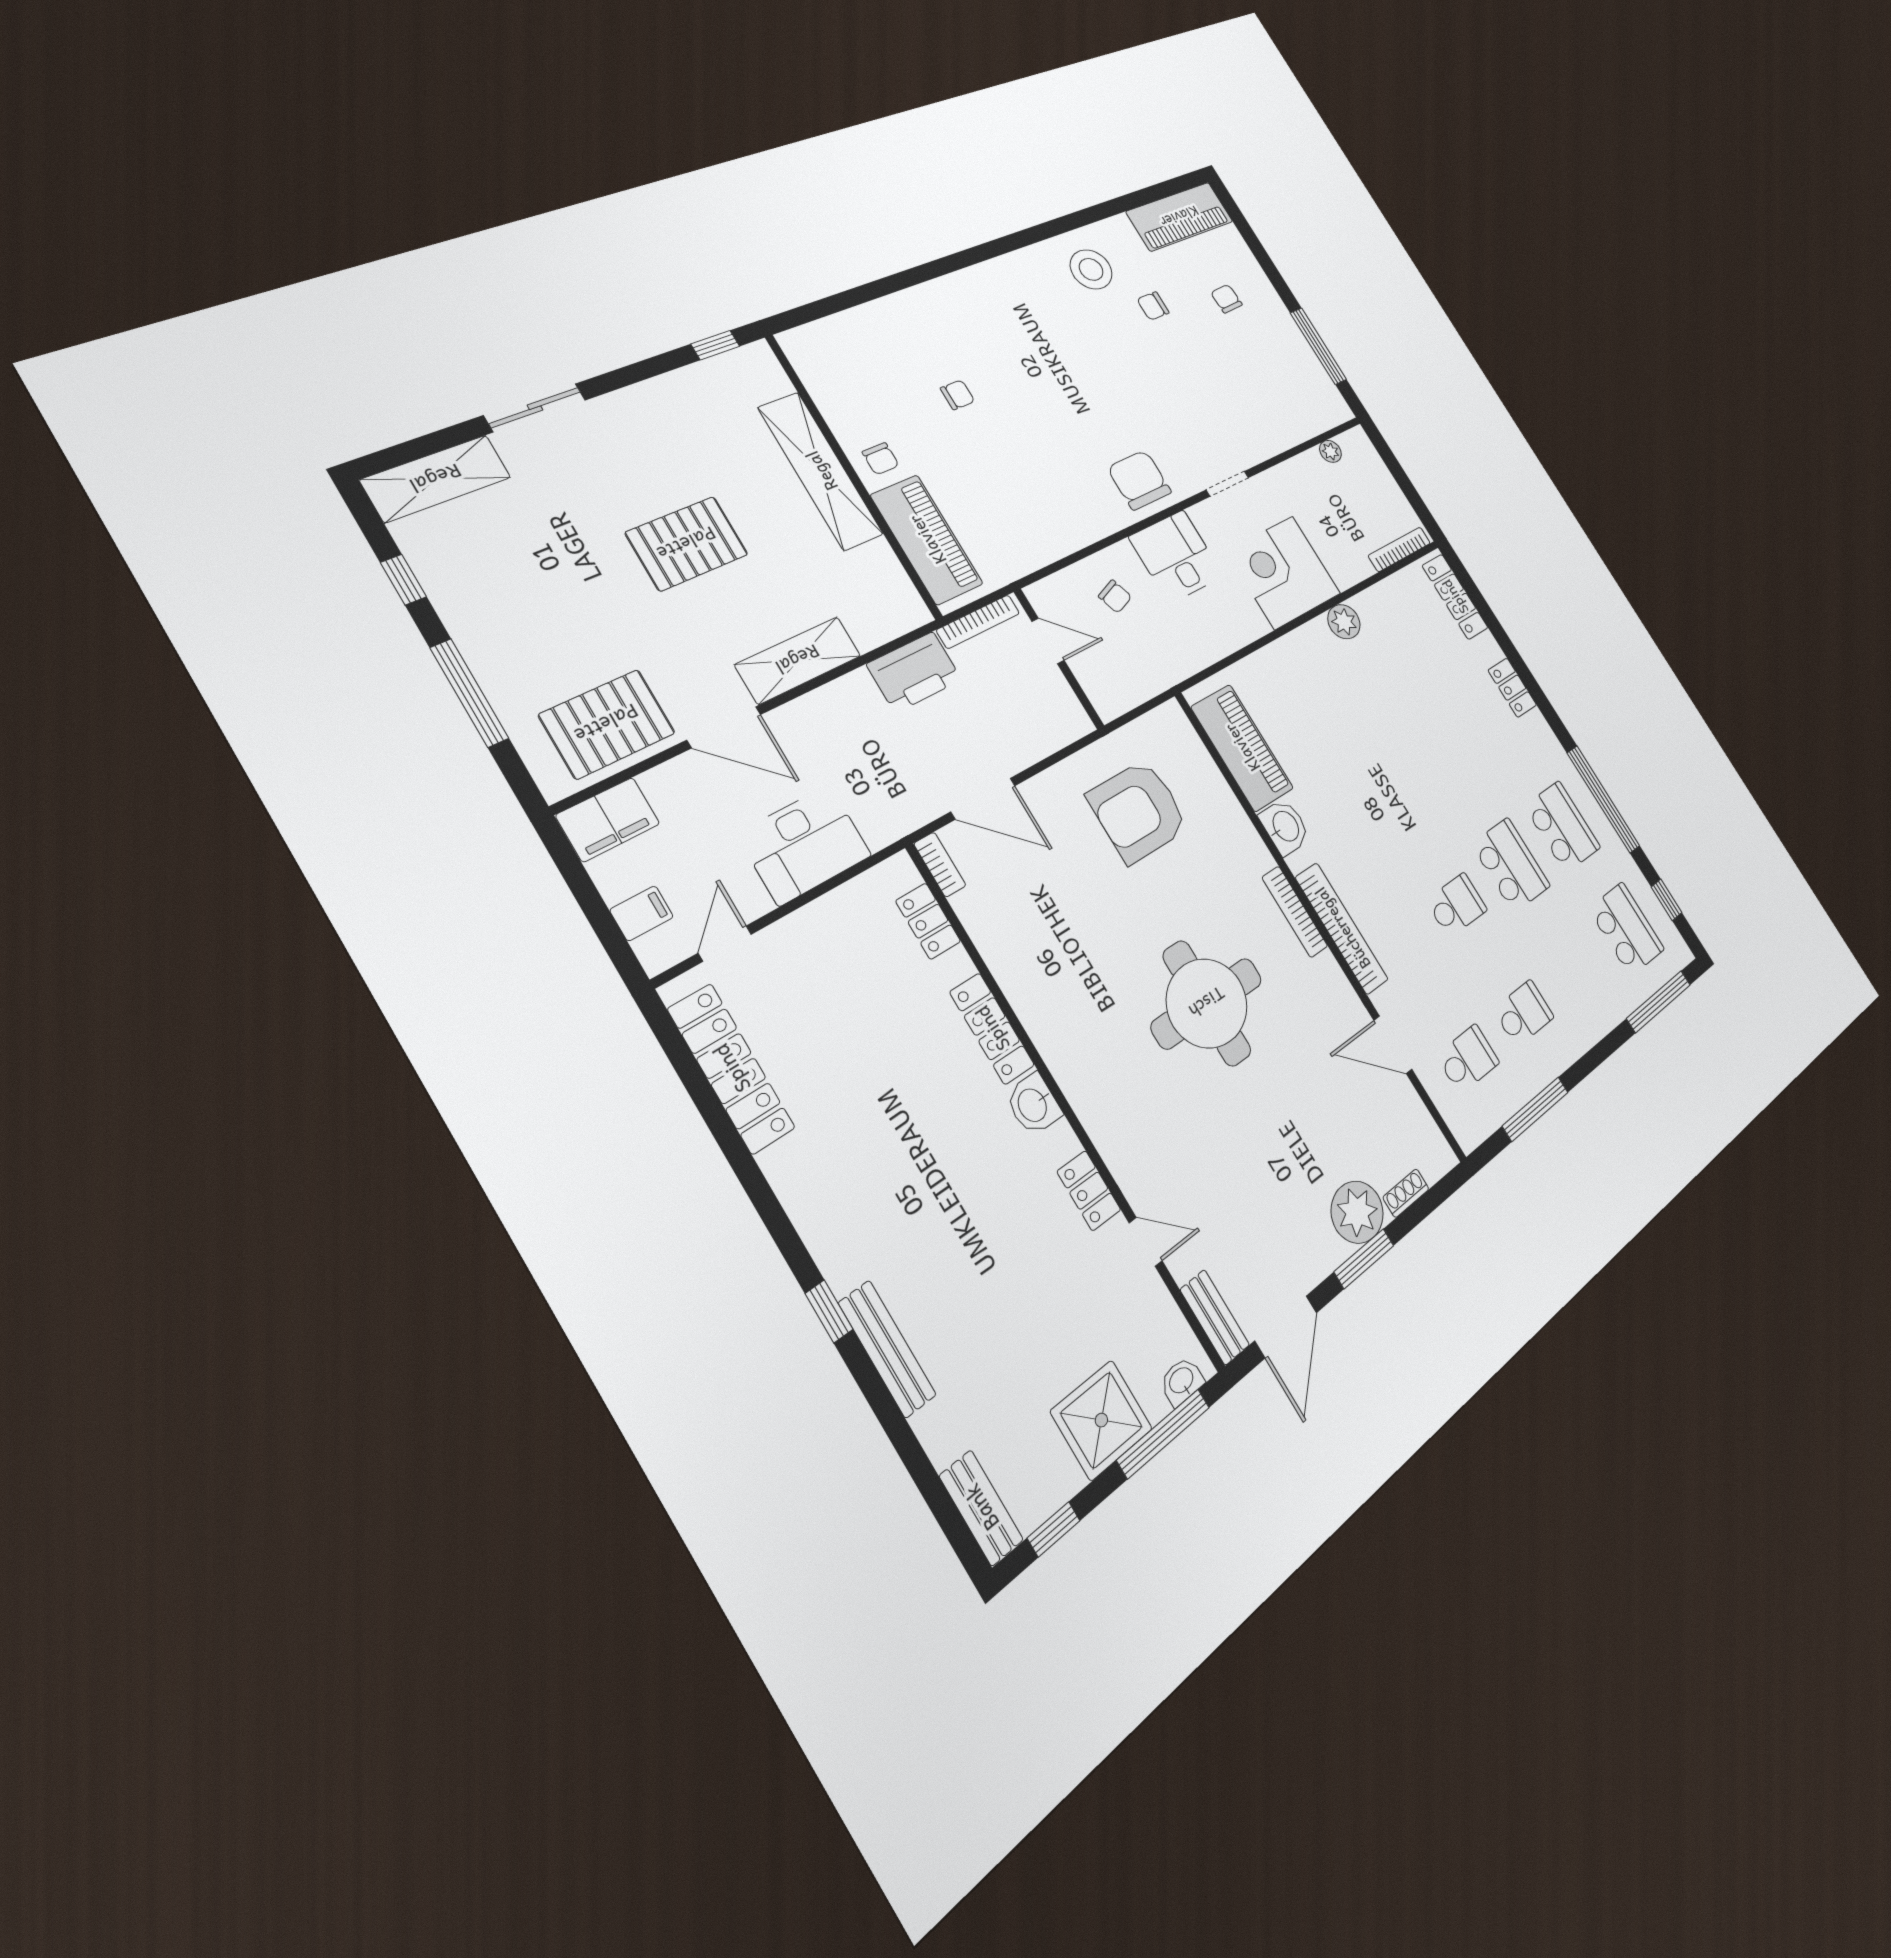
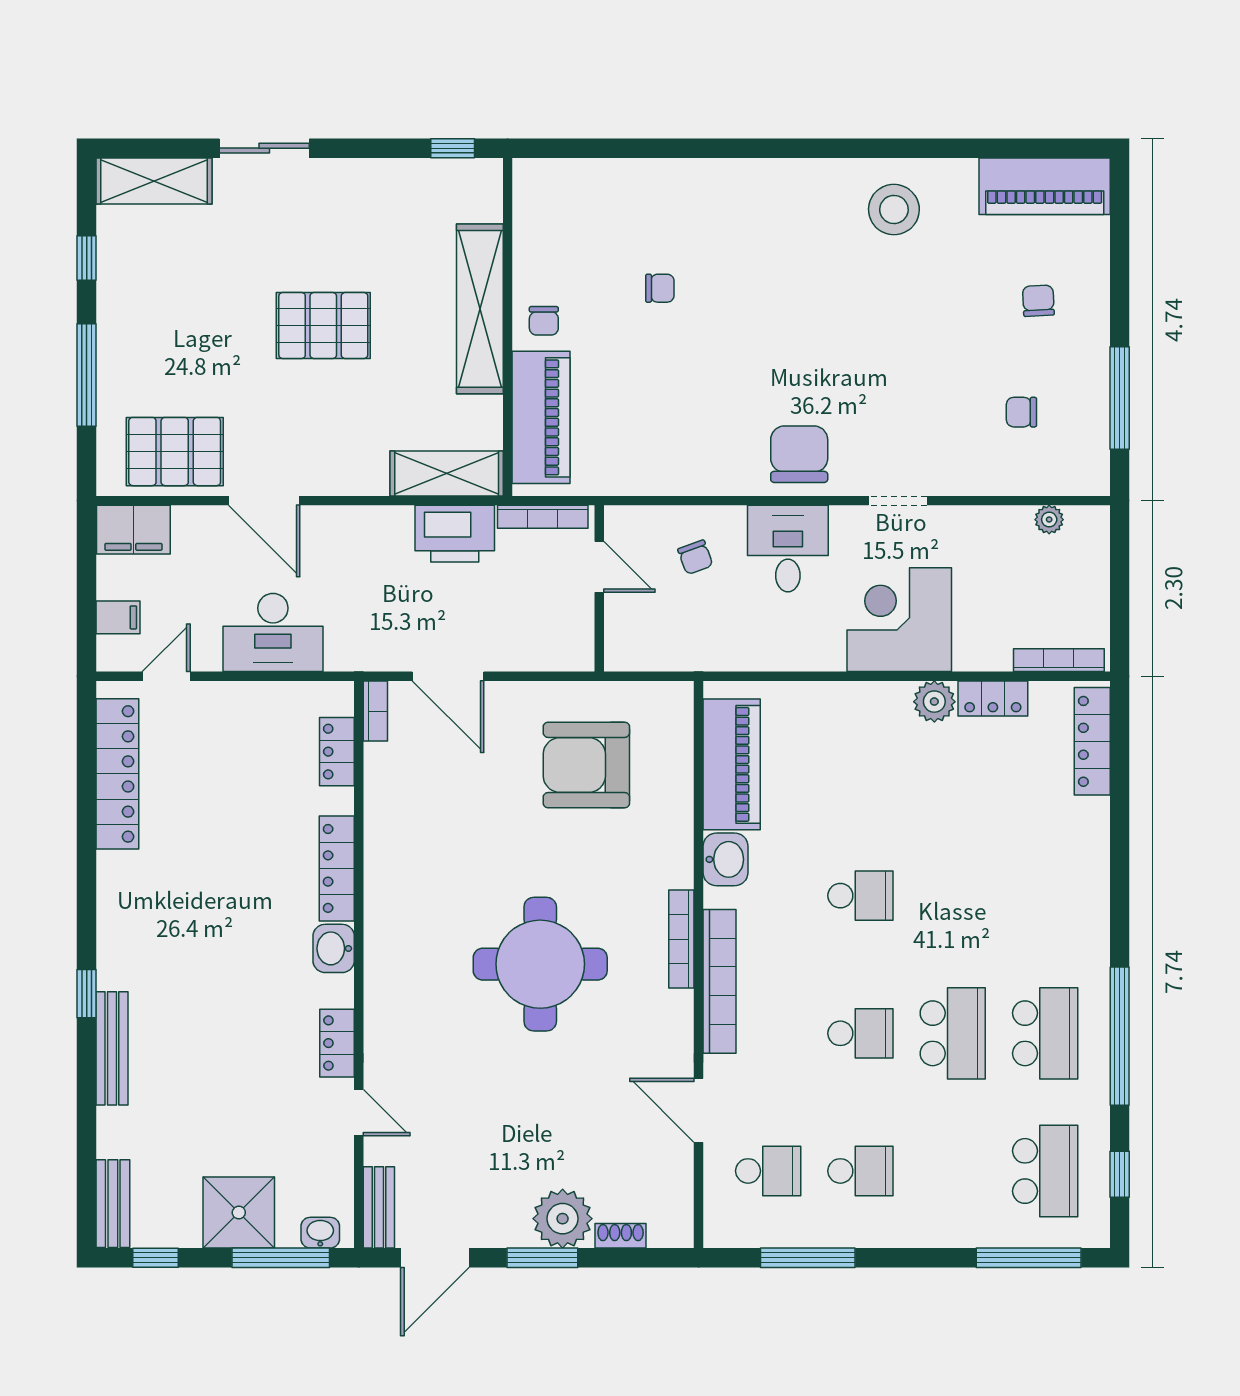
chair: (1153, 306) -> (1021, 412), moved
shelving: (798, 660) -> (447, 473), moved
locker: (1512, 688) -> (993, 698), moved, turned -90
school desk: (1390, 798) -> (860, 896), added

